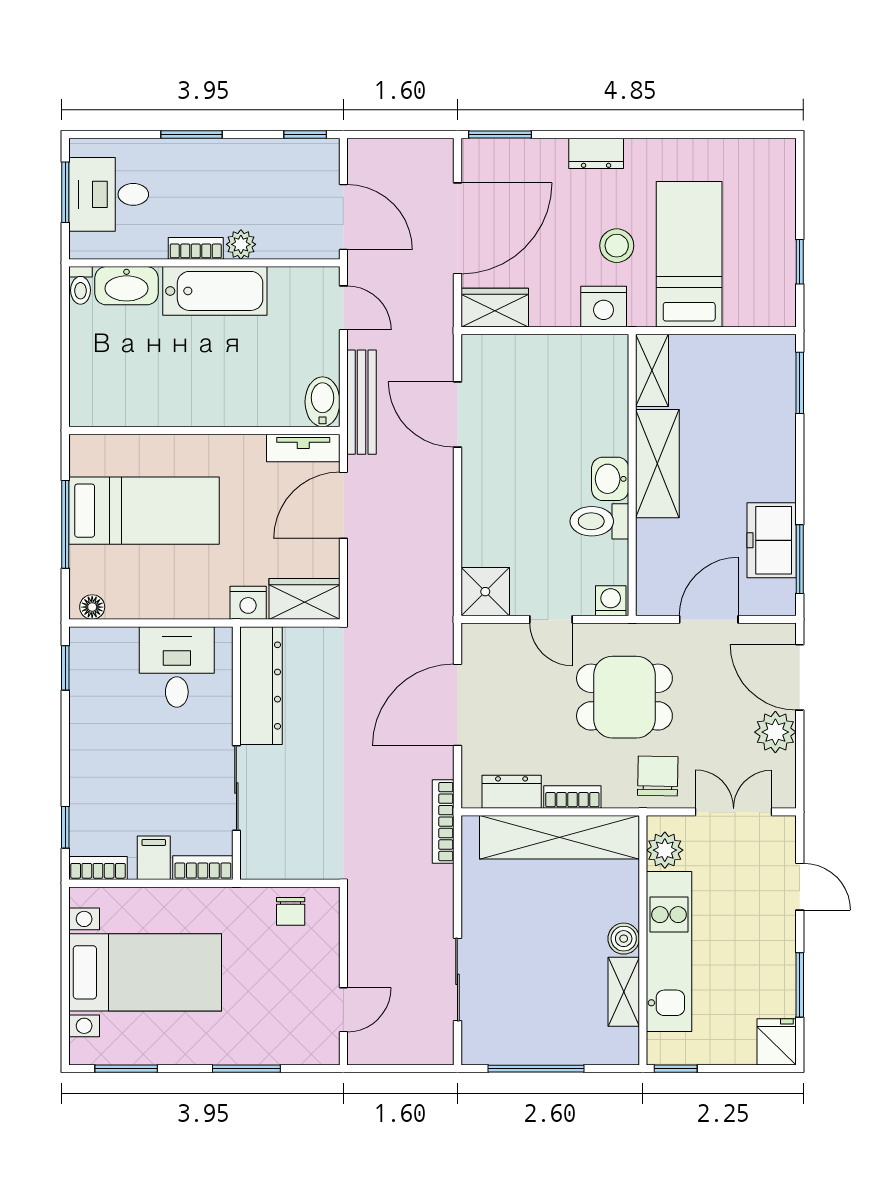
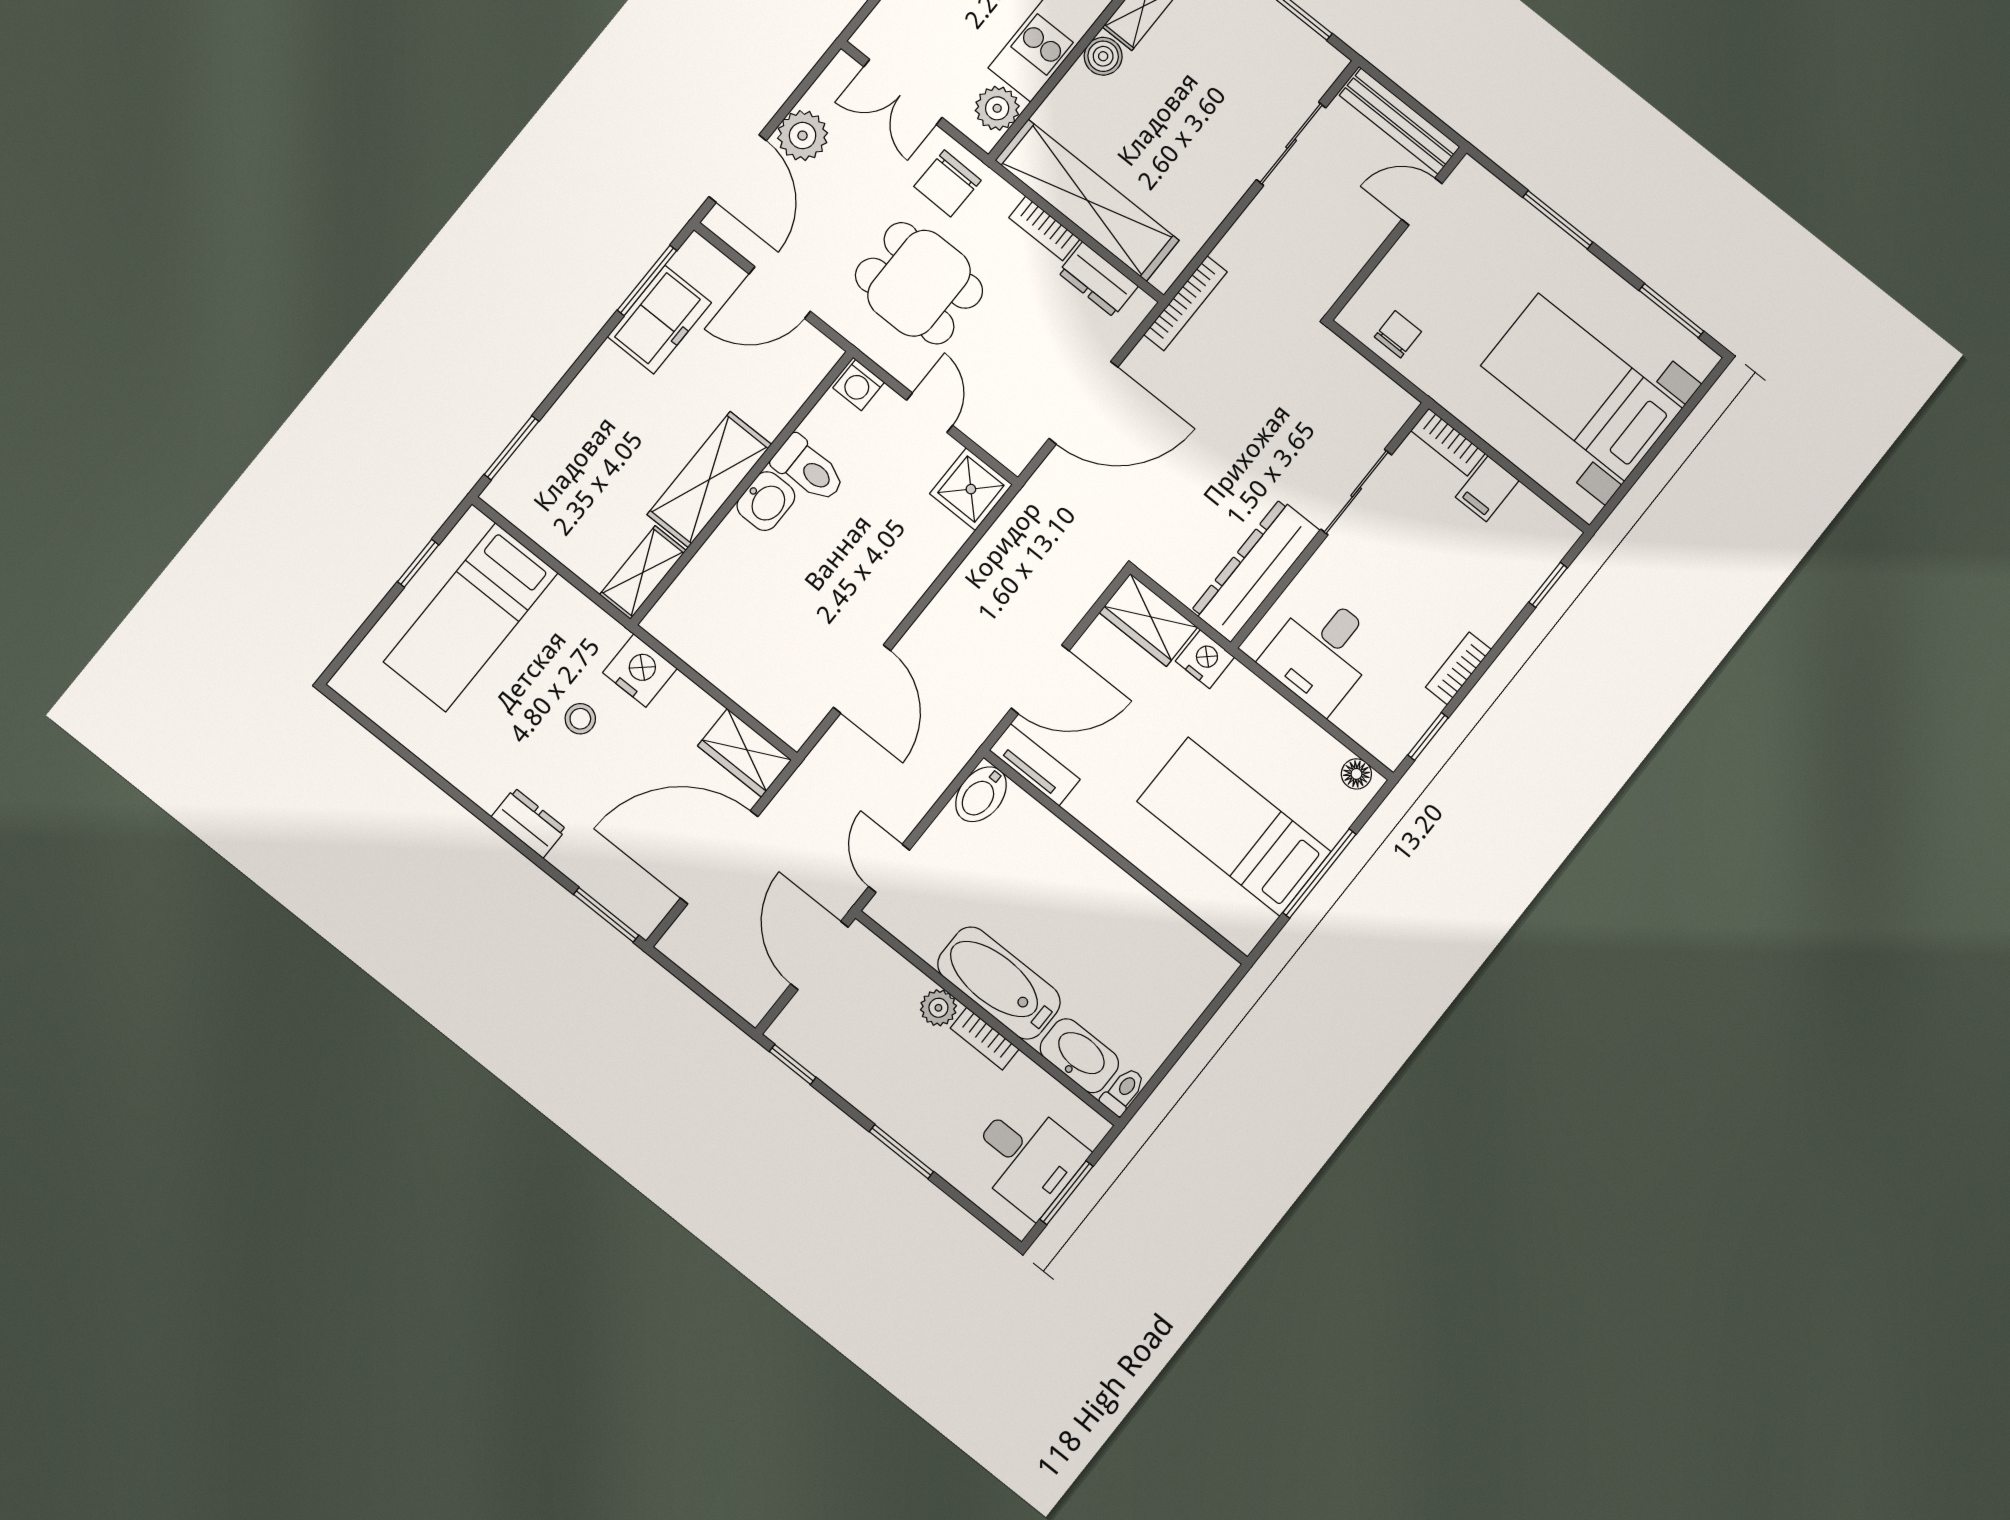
stool: (617, 246) -> (580, 719), width x0.73, depth x0.73
bed: (689, 254) -> (471, 617), moved
bench: (362, 402) -> (1400, 121), moved, turned 90
bookcase: (98, 868) -> (1458, 668), moved, turned 90

